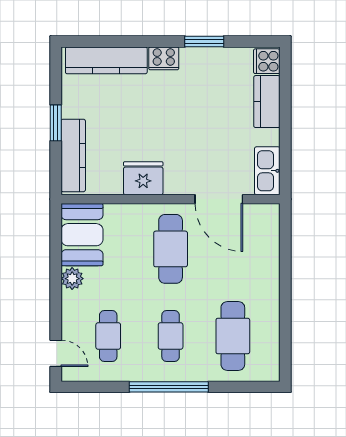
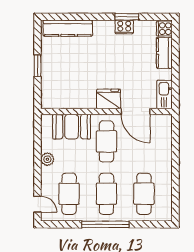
cooker: (164, 58) -> (124, 27), moved
kitchen counter: (73, 155) -> (48, 85), removed
fridge: (143, 178) -> (109, 99), moved
booth: (82, 235) -> (72, 127), moved, turned 90
cafe table: (108, 336) -> (69, 194), width x1.37, depth x1.35
cafe table: (171, 336) -> (106, 194), width x1.37, depth x1.35

